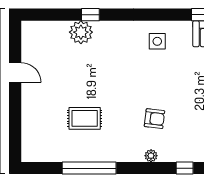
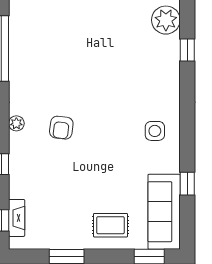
plant: (81, 32) -> (166, 20), moved
rug: (85, 118) -> (62, 43), removed

